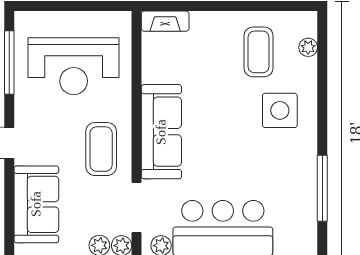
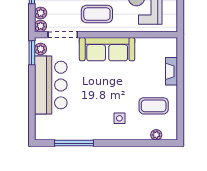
fireplace: (165, 21) -> (172, 71), moved
side table: (280, 110) -> (119, 118), width x0.54, depth x0.54

